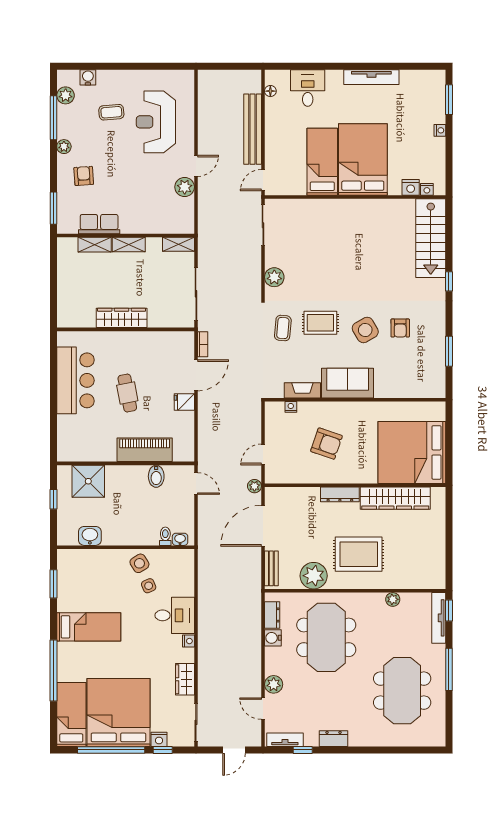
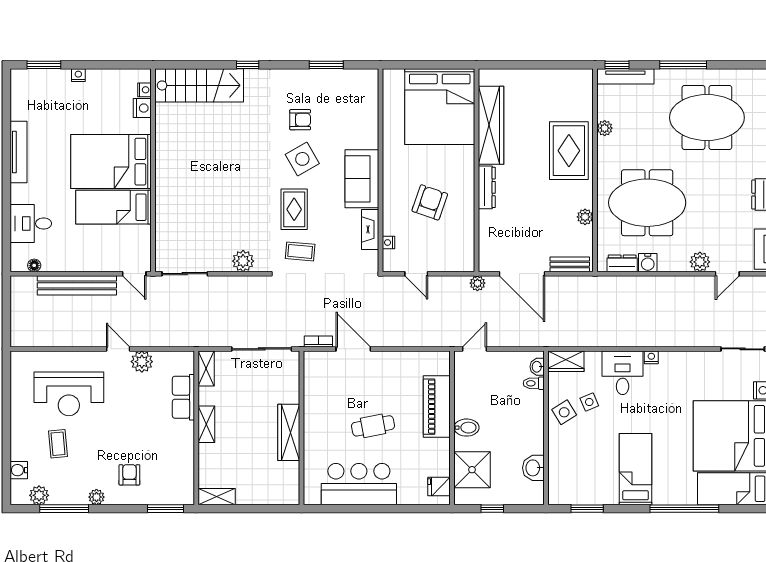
armchair: (84, 176) -> (129, 475), turned 94
row of seats: (99, 224) -> (183, 397), moved
shelving: (95, 245) -> (217, 497), moved, turned 90
fridge: (184, 402) -> (439, 487), moved, turned 90
door: (263, 454) -> (416, 274), moved
bidet: (156, 476) -> (466, 428), moved
rug: (359, 554) -> (569, 151), moved
plant: (314, 576) -> (585, 217), width x0.53, depth x0.53
wardrobe: (185, 679) -> (566, 361), moved

